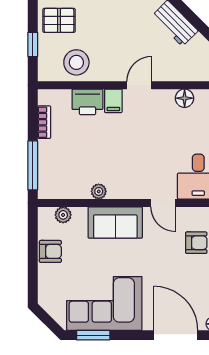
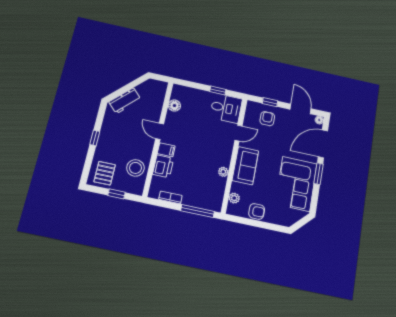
armchair: (50, 251) -> (257, 211), turned 90
window: (93, 335) -> (318, 174), moved

